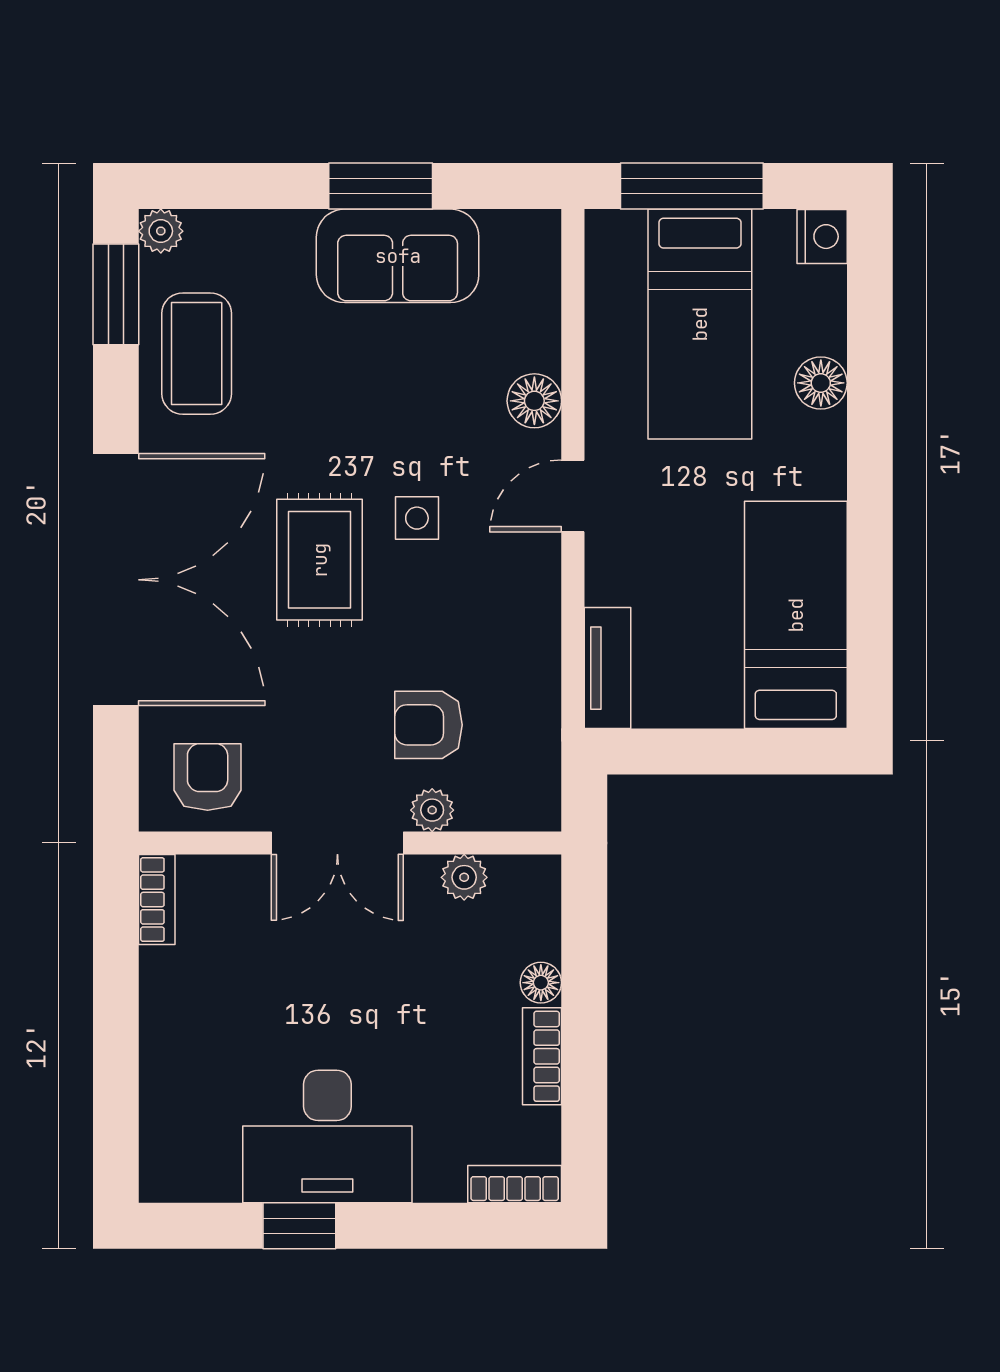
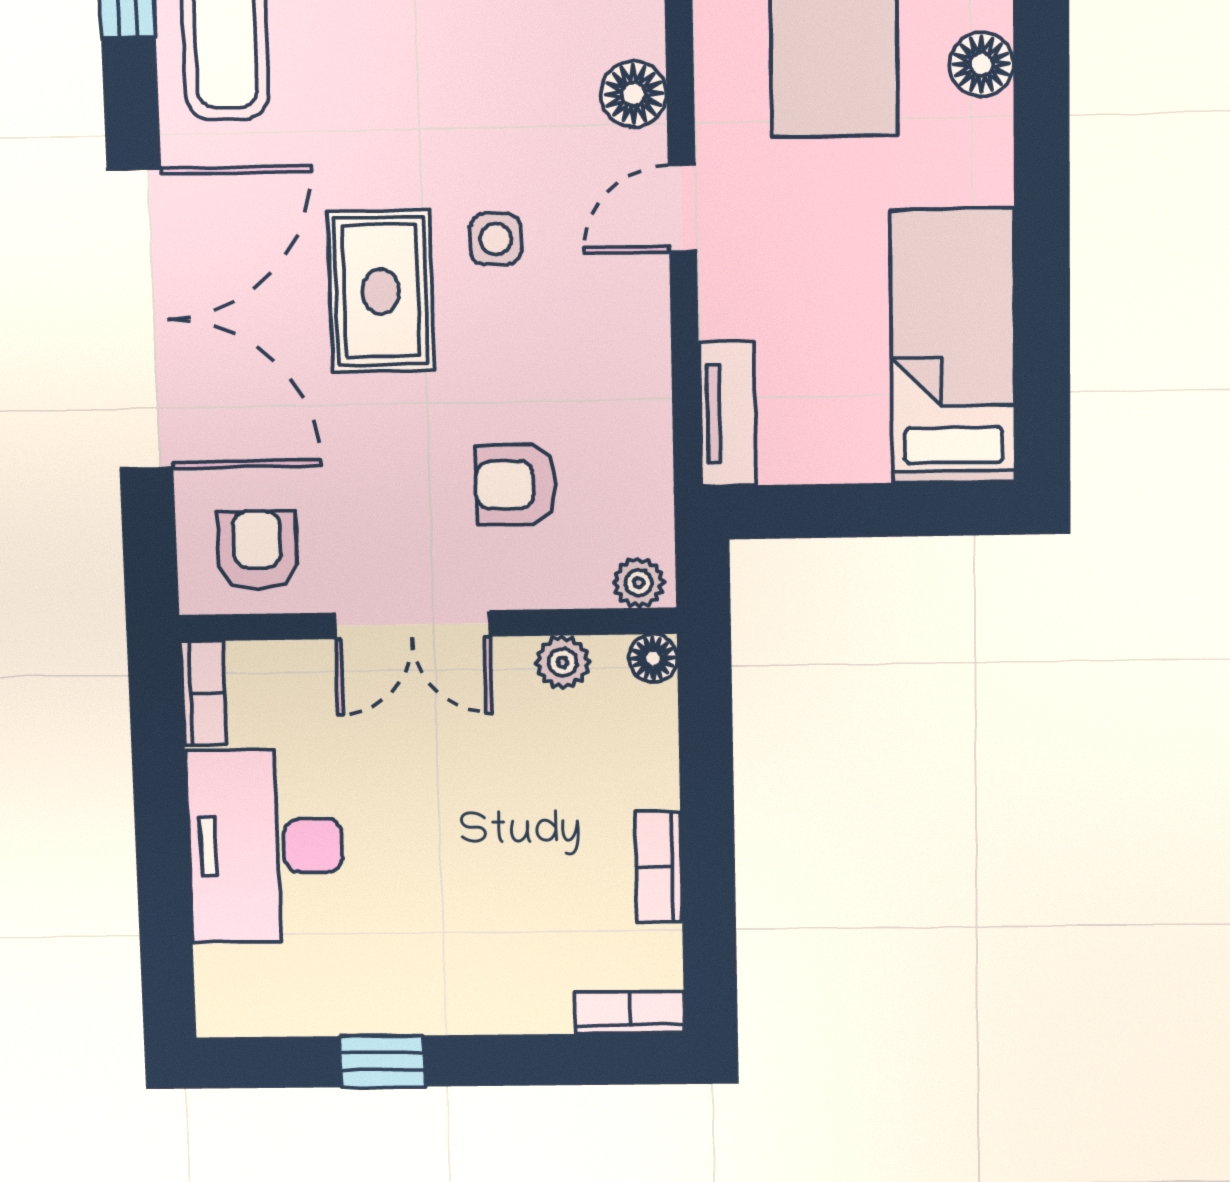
plant: (432, 810) -> (639, 583), moved
floor lamp: (541, 983) -> (653, 658), moved
desk: (327, 1137) -> (265, 846), moved, turned 90

